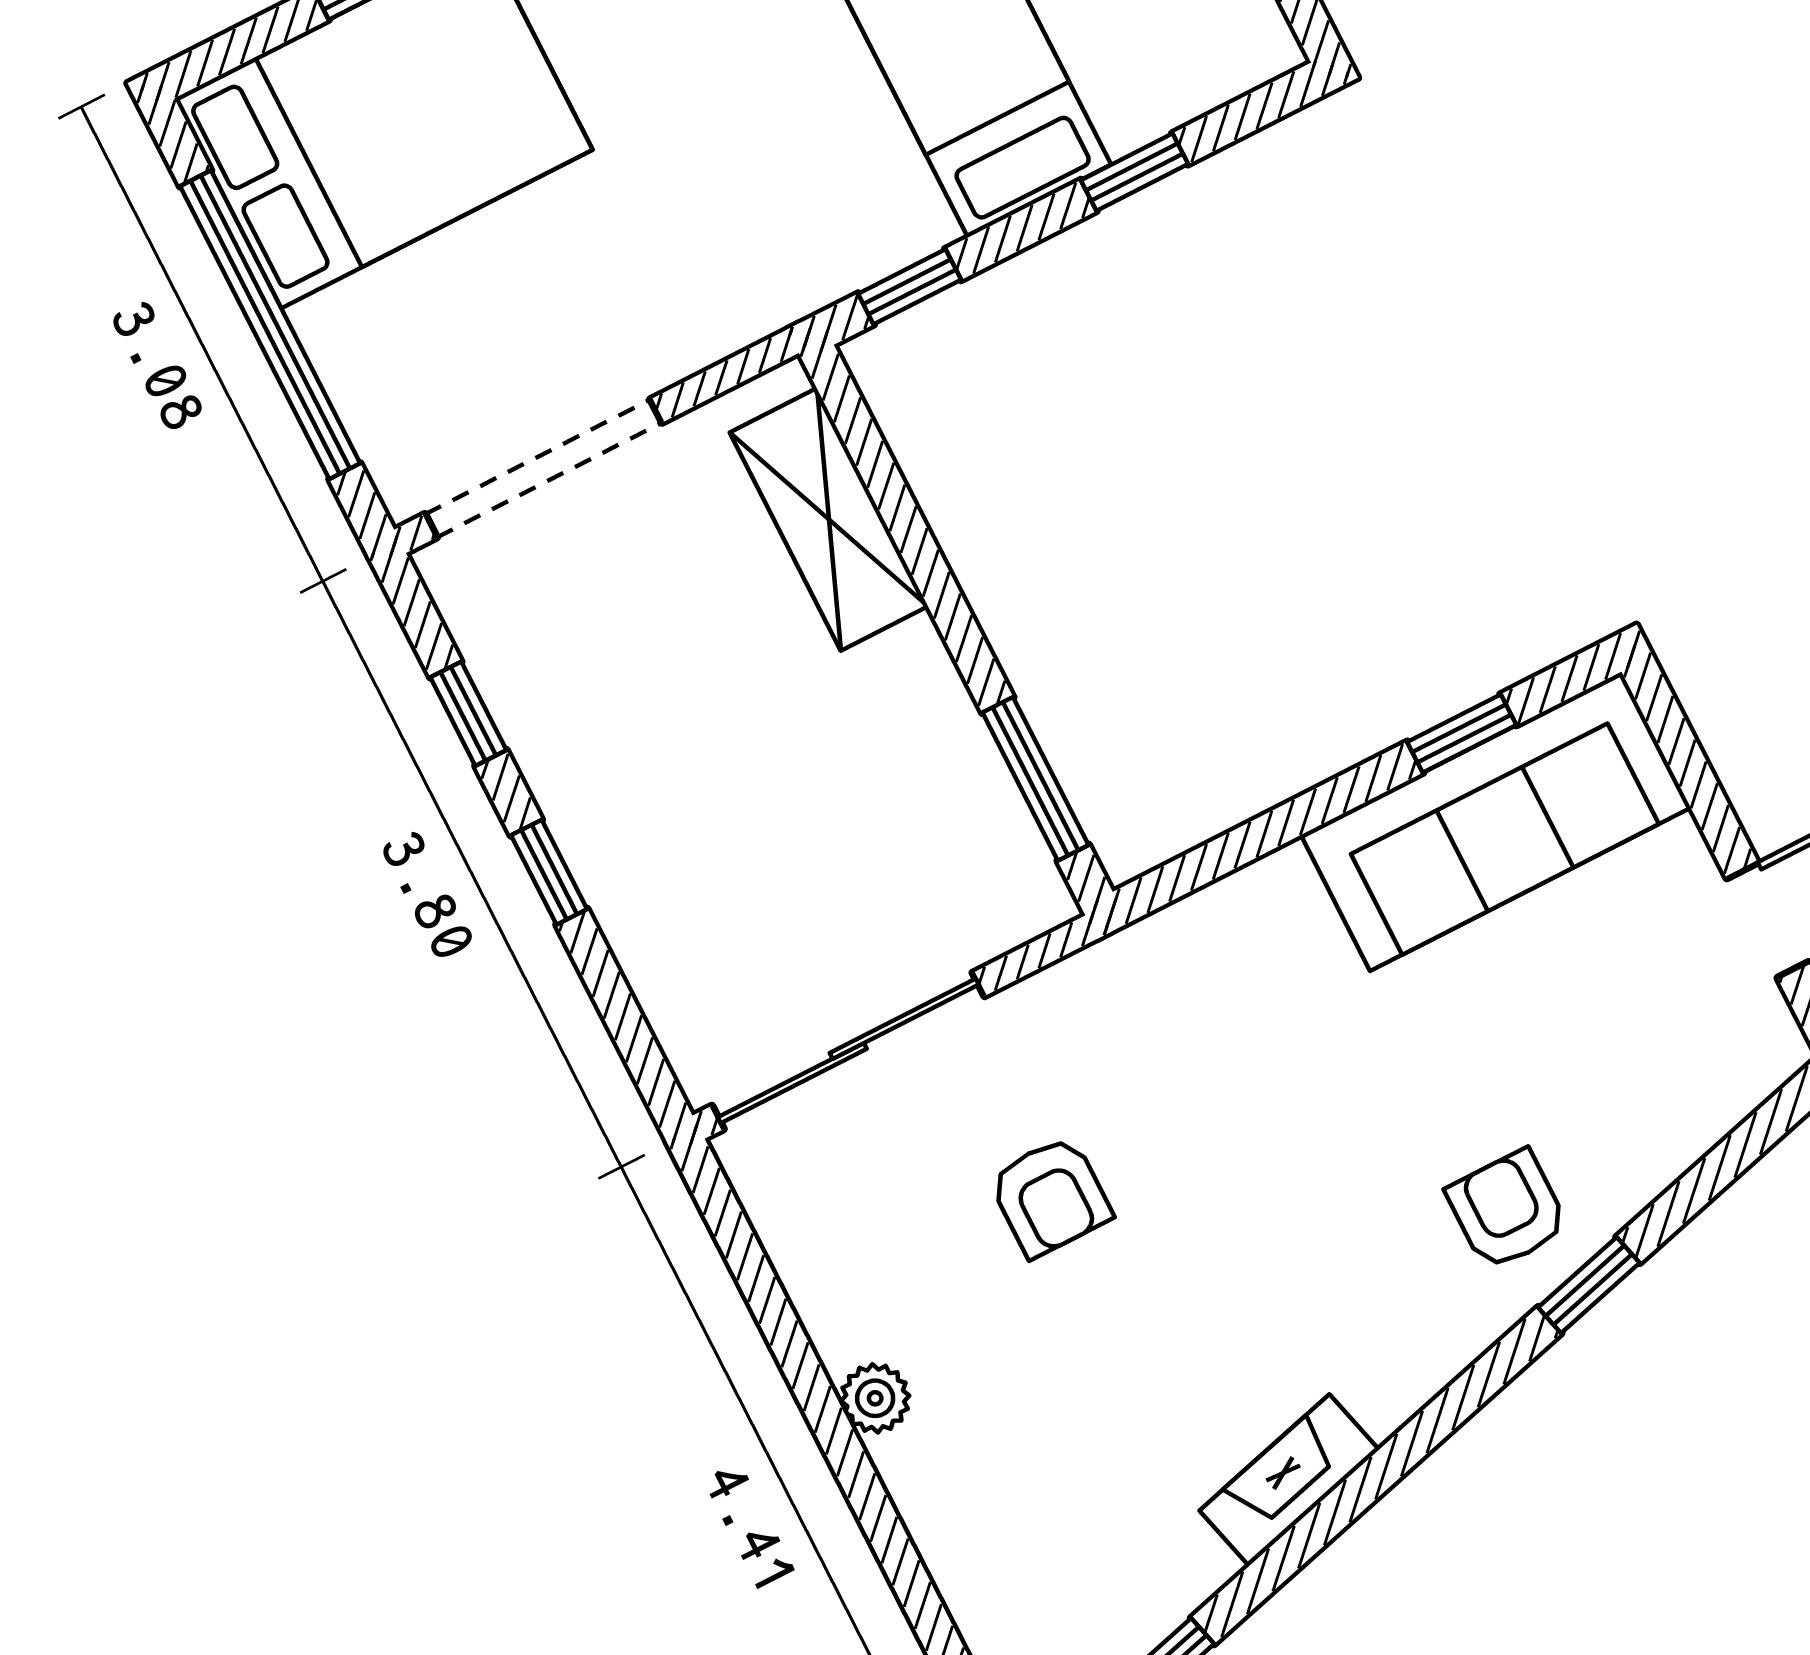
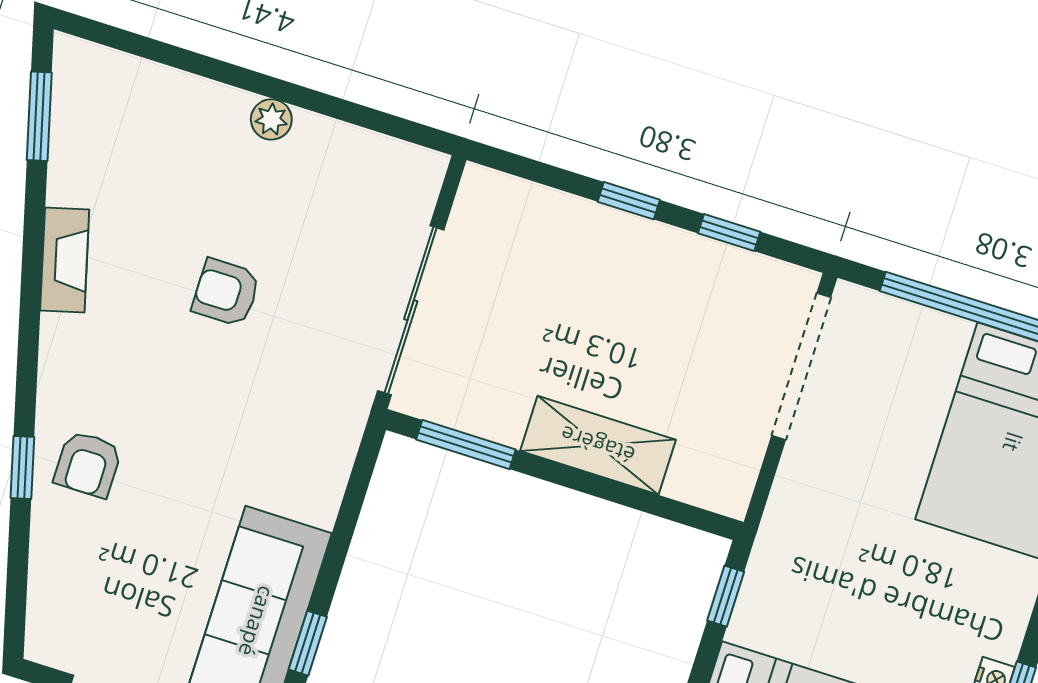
shelving: (829, 519) -> (598, 445), moved
sliding door: (848, 1051) -> (411, 310), moved
armchair: (1050, 1196) -> (226, 292), moved
armchair: (1507, 1210) -> (88, 464), turned 90

